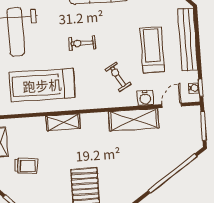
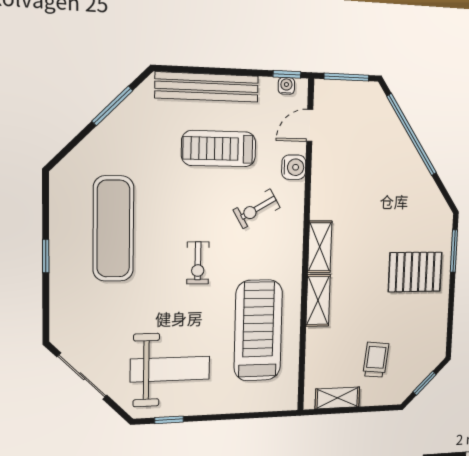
treadmill: (42, 85) -> (258, 330), turned 180
door: (172, 105) -> (310, 125), hinge flipped
shelving: (134, 120) -> (320, 247), moved, width x0.67, depth x0.75

